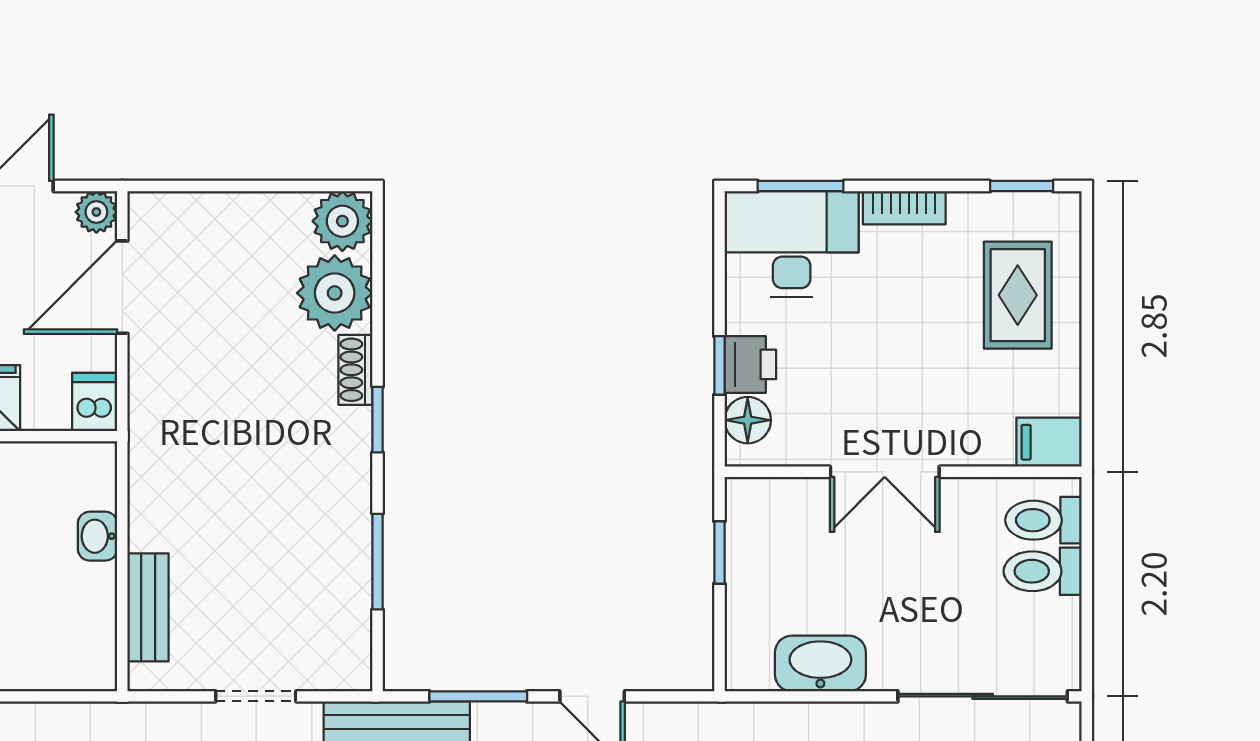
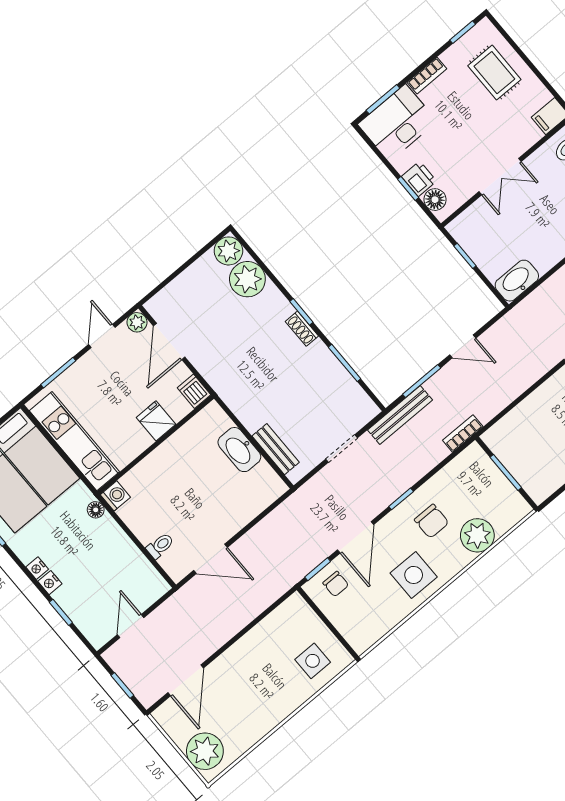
shoe rack: (355, 370) -> (302, 329), moved
washbasin: (97, 536) -> (239, 450), width x1.91, depth x1.45
washbasin: (820, 664) -> (517, 281), moved

